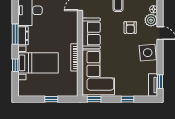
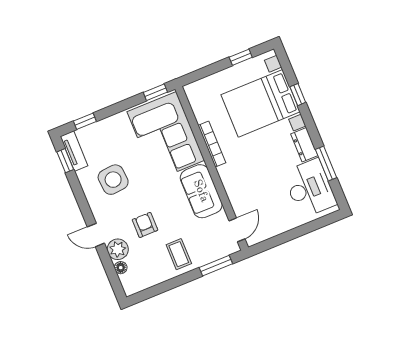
window: (15, 34) -> (326, 163), moved
side table: (148, 53) -> (113, 180), moved
bed with nightstands: (38, 63) -> (260, 103), width x1.36
window: (51, 99) -> (241, 57), moved
window: (127, 99) -> (85, 121), moved

